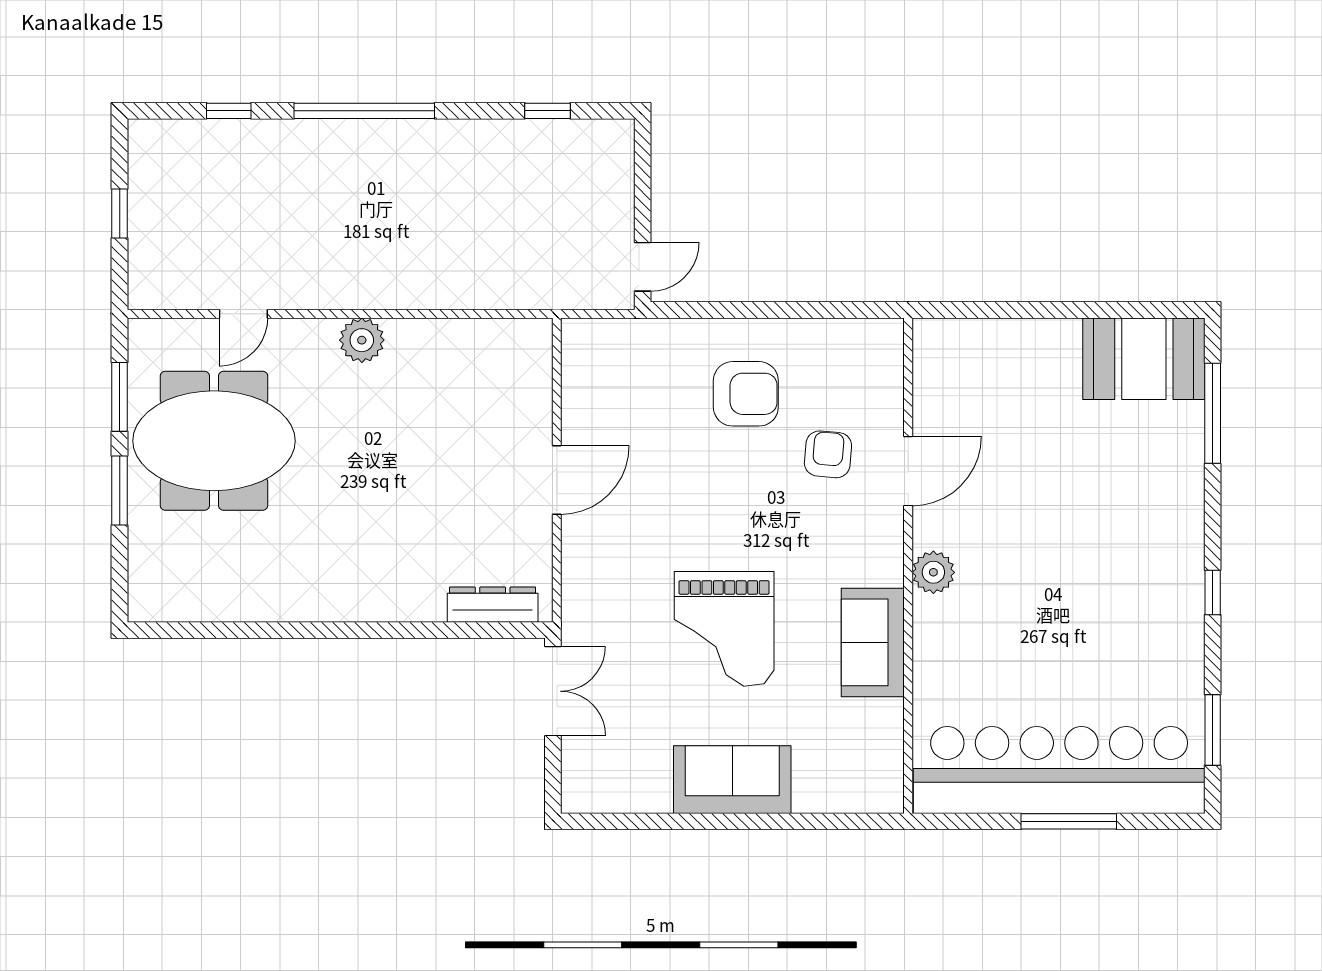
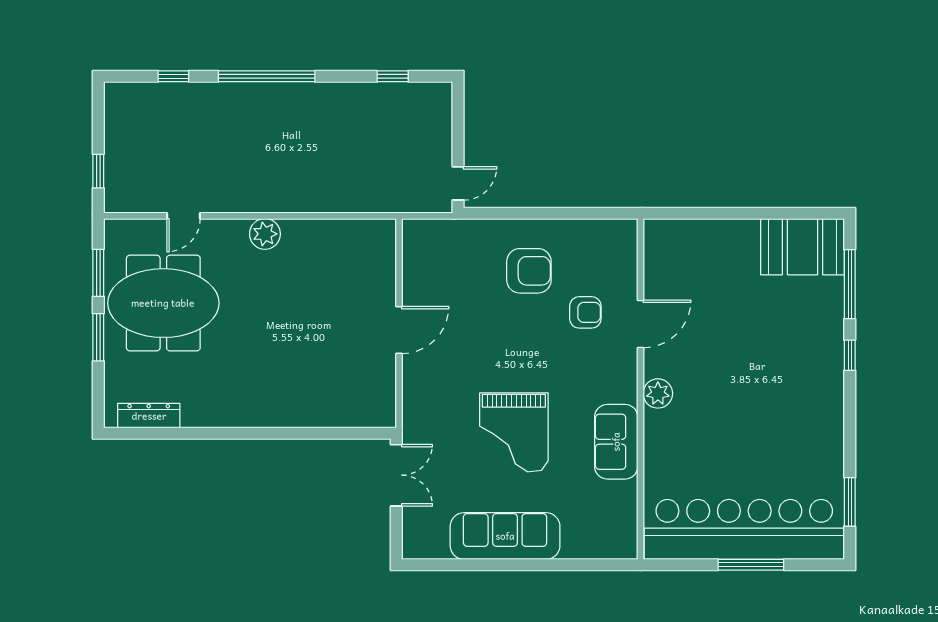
window: (120, 214) -> (98, 171), moved
armchair: (828, 454) -> (585, 312), turned 85
window: (1213, 593) -> (850, 355), moved
dresser: (493, 605) -> (149, 416), moved
sofa: (732, 780) -> (505, 536), width x1.36

